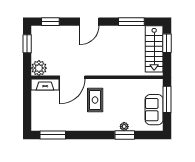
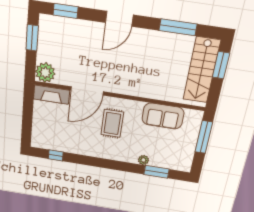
sofa: (154, 110) -> (163, 116), moved, turned -90
window: (53, 135) -> (56, 155), width x0.46
window: (125, 135) -> (156, 172), moved

